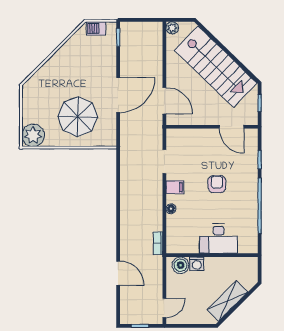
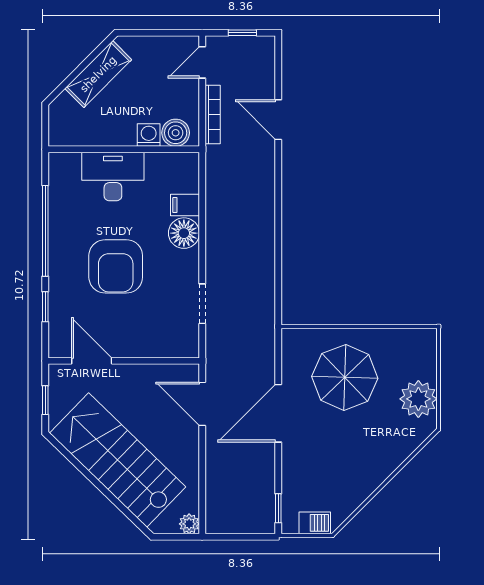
plant: (33, 135) -> (418, 399), moved
armchair: (217, 184) -> (116, 266), width x1.88, depth x1.88
filing cabinet: (175, 187) -> (185, 205), moved
floor lamp: (171, 209) -> (184, 233), width x1.89, depth x1.89
bookcase: (158, 243) -> (213, 115), moved, width x1.56

